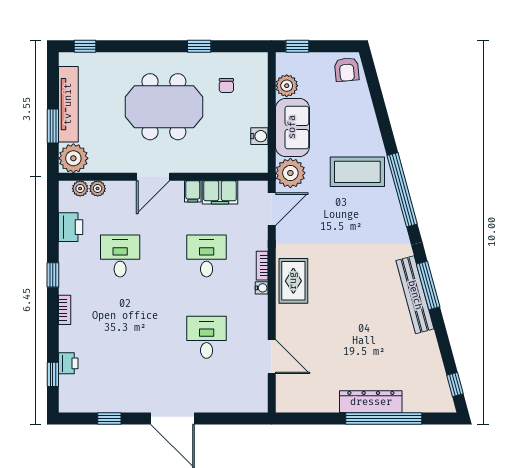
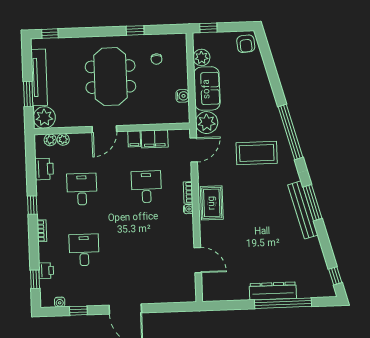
meeting table: (164, 107) -> (110, 77), turned 90
coffee table: (357, 172) -> (257, 153), moved
desk: (207, 337) -> (84, 250), moved
water cooler: (85, 406) -> (60, 302), added

